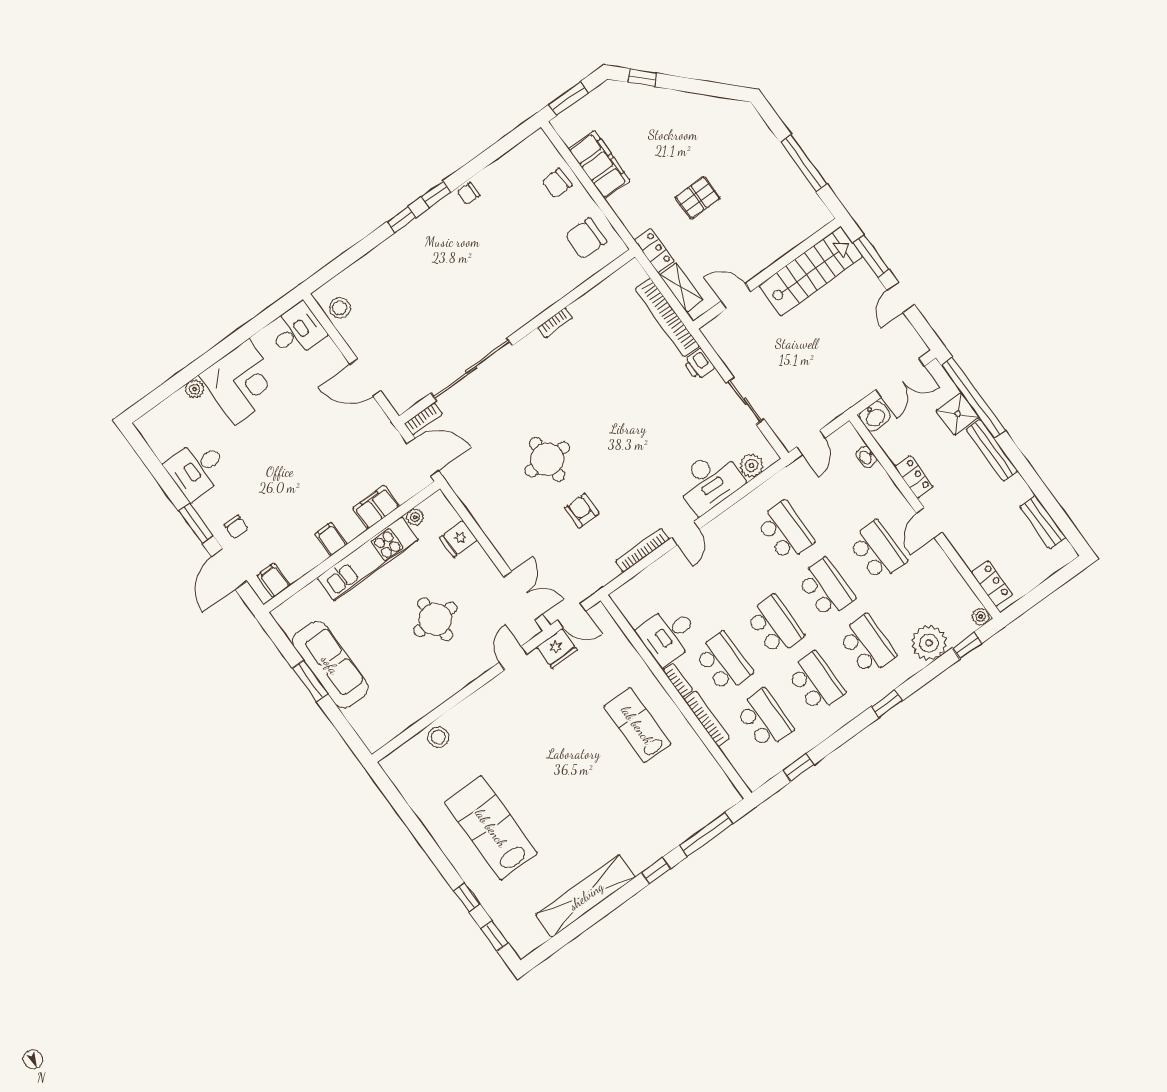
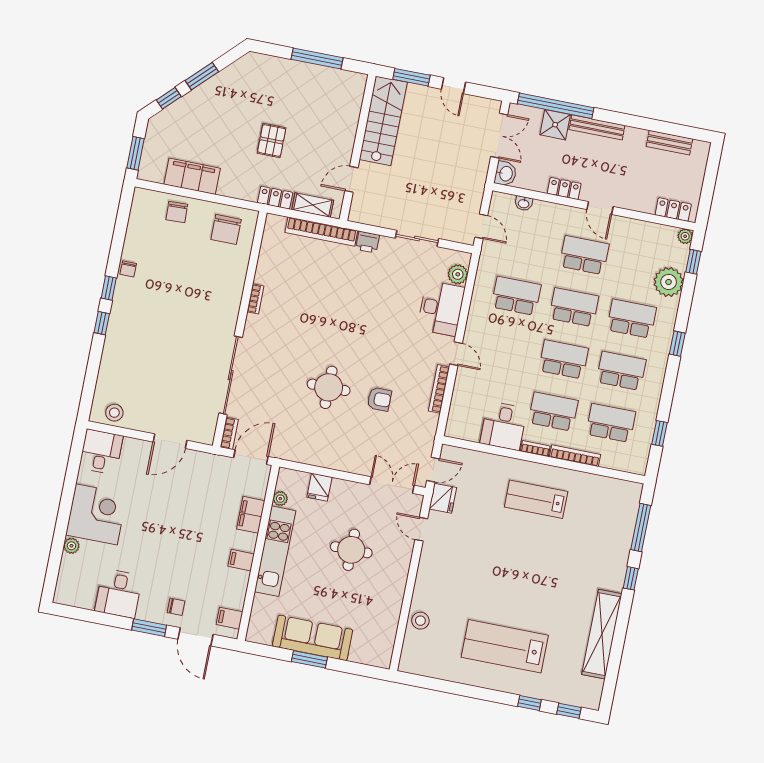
window: (689, 85) -> (202, 76), added
armchair: (582, 511) -> (379, 399), turned 180

